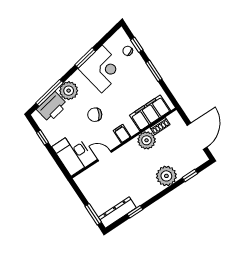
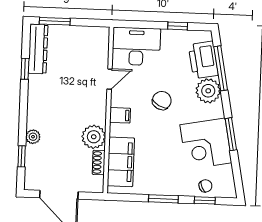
plant: (166, 176) -> (33, 137), width x0.53, depth x0.53

